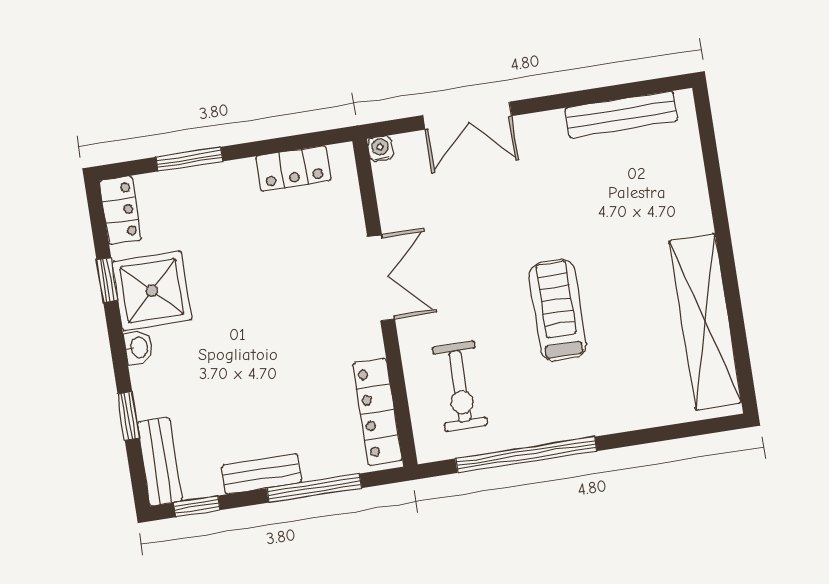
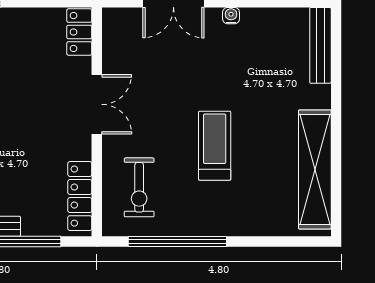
bench: (621, 114) -> (320, 45), moved, turned 90
water cooler: (380, 149) -> (231, 16), moved
locker: (293, 168) -> (79, 32), moved, turned 90

